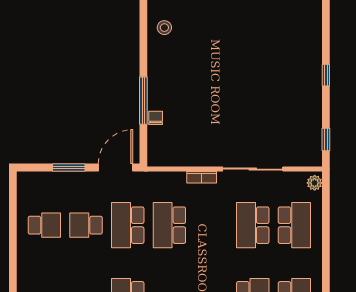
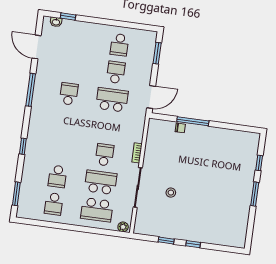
stool: (164, 28) -> (171, 193), moved
window: (326, 139) -> (166, 241), moved
window: (69, 167) -> (157, 53), moved
door: (116, 167) -> (151, 97), hinge flipped
school desk: (169, 225) -> (104, 155), moved, width x0.54

